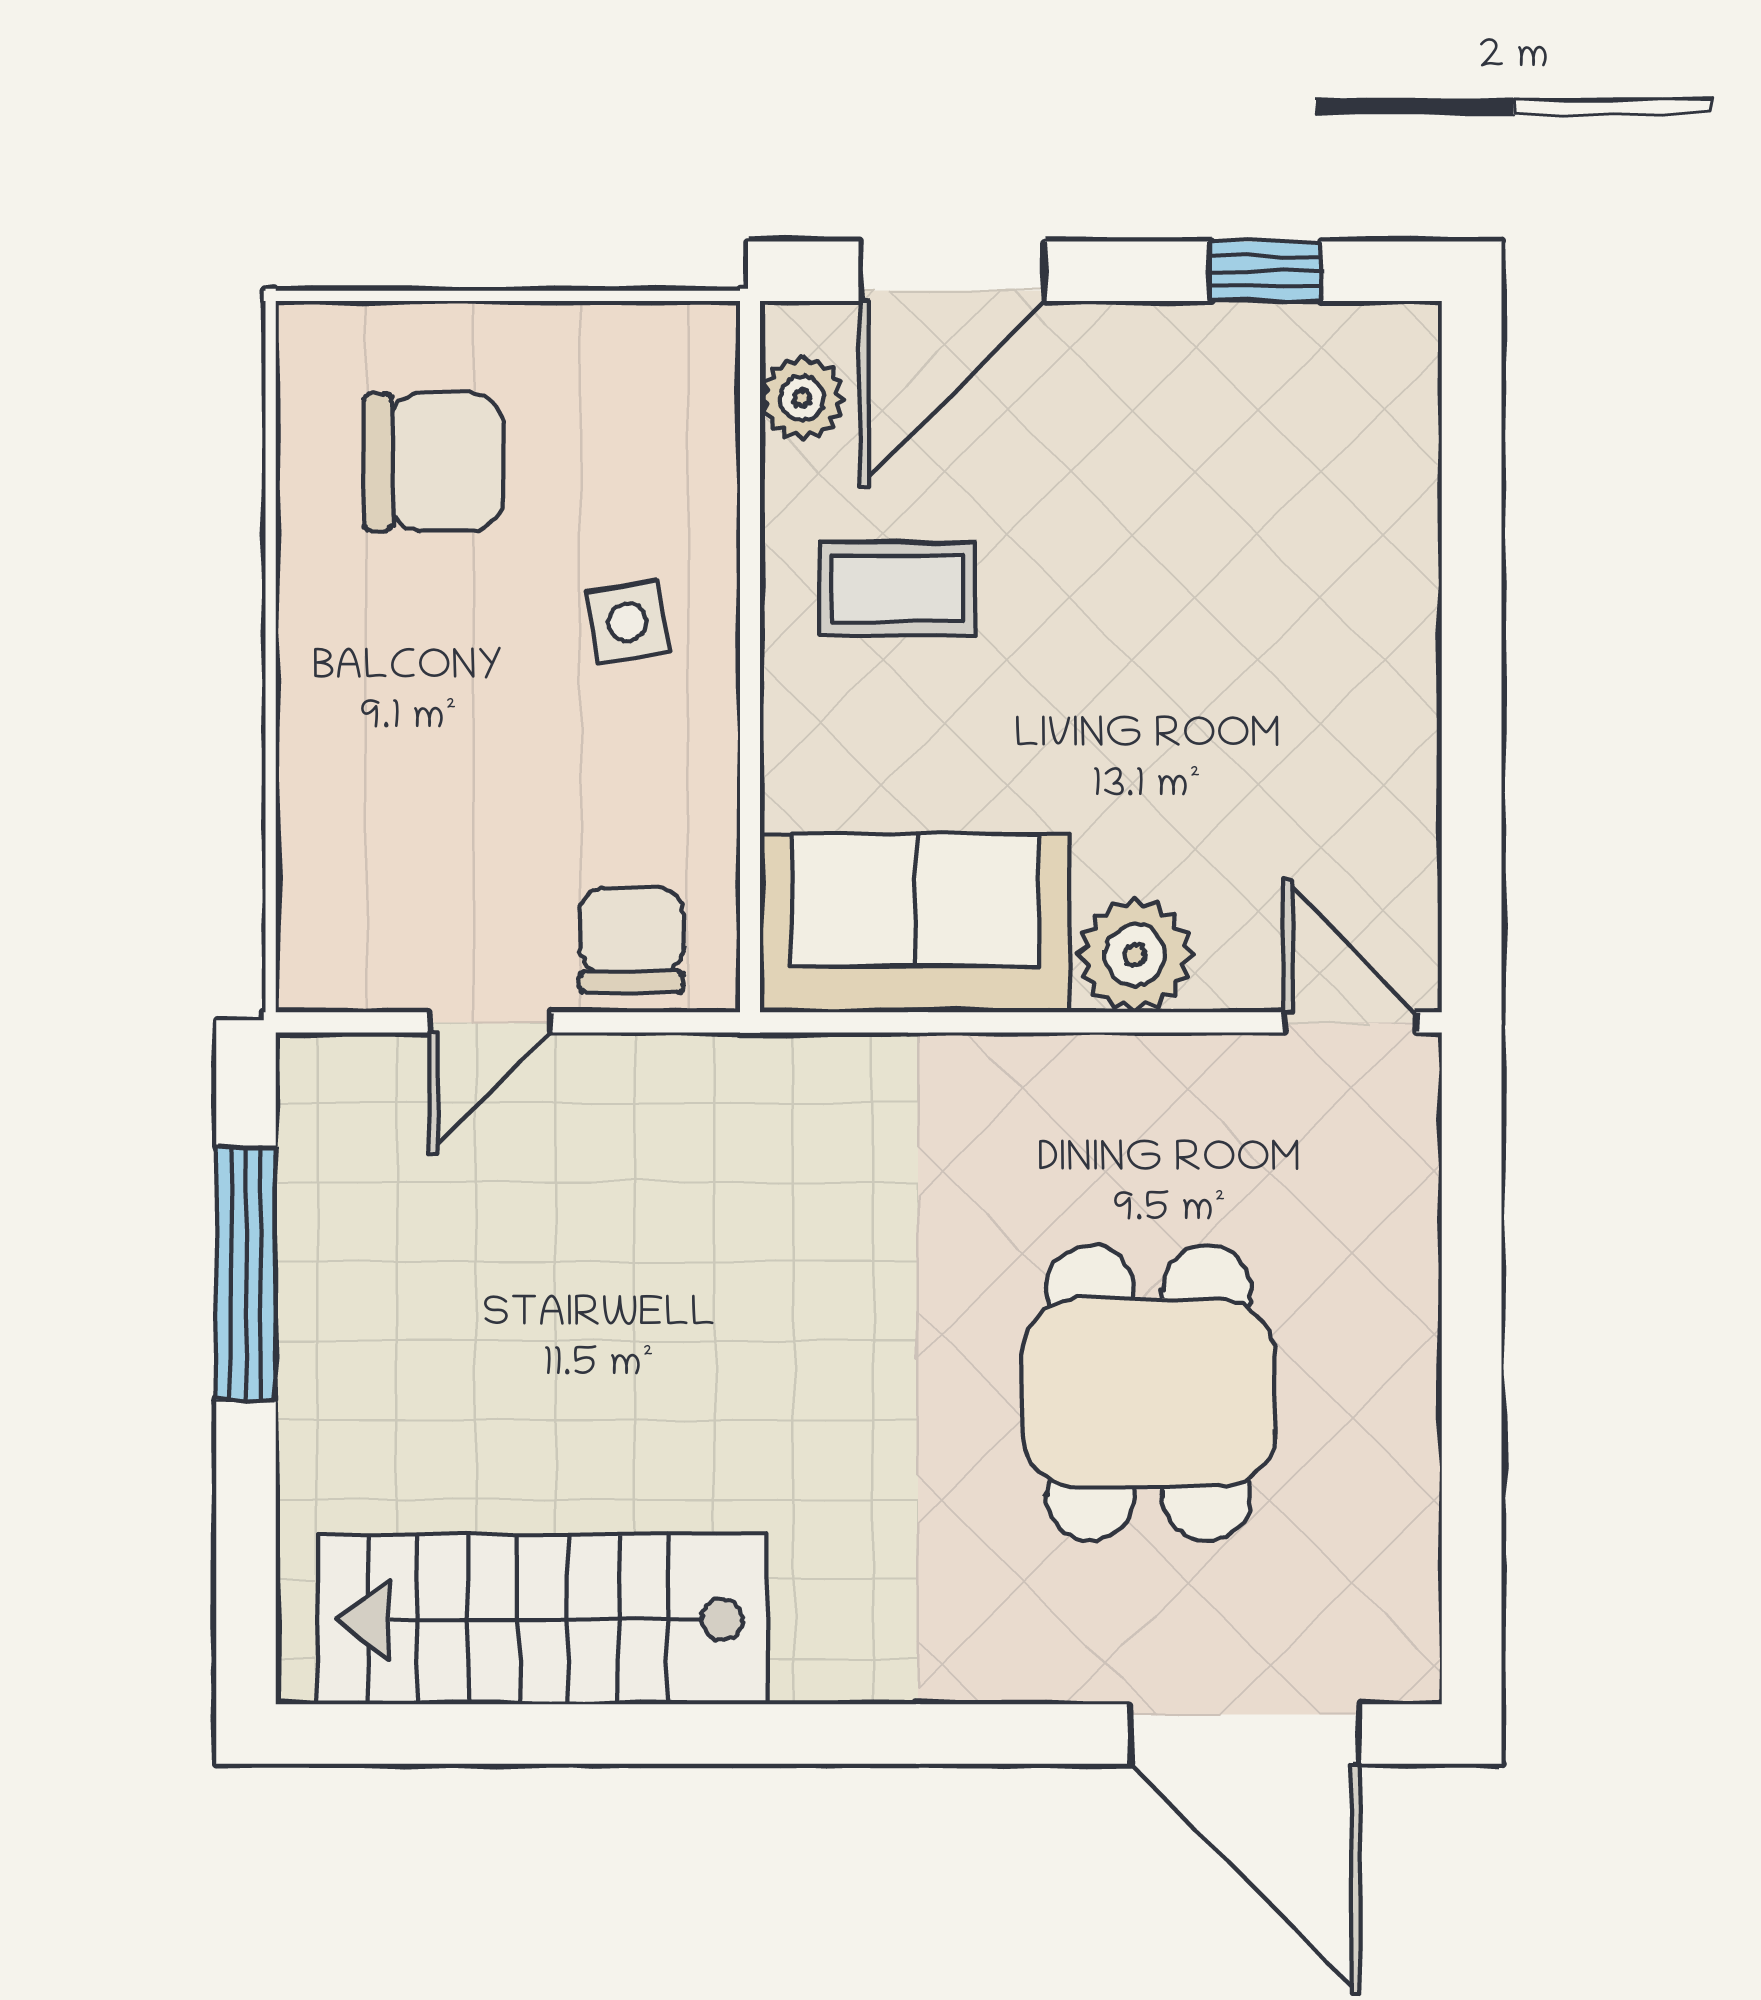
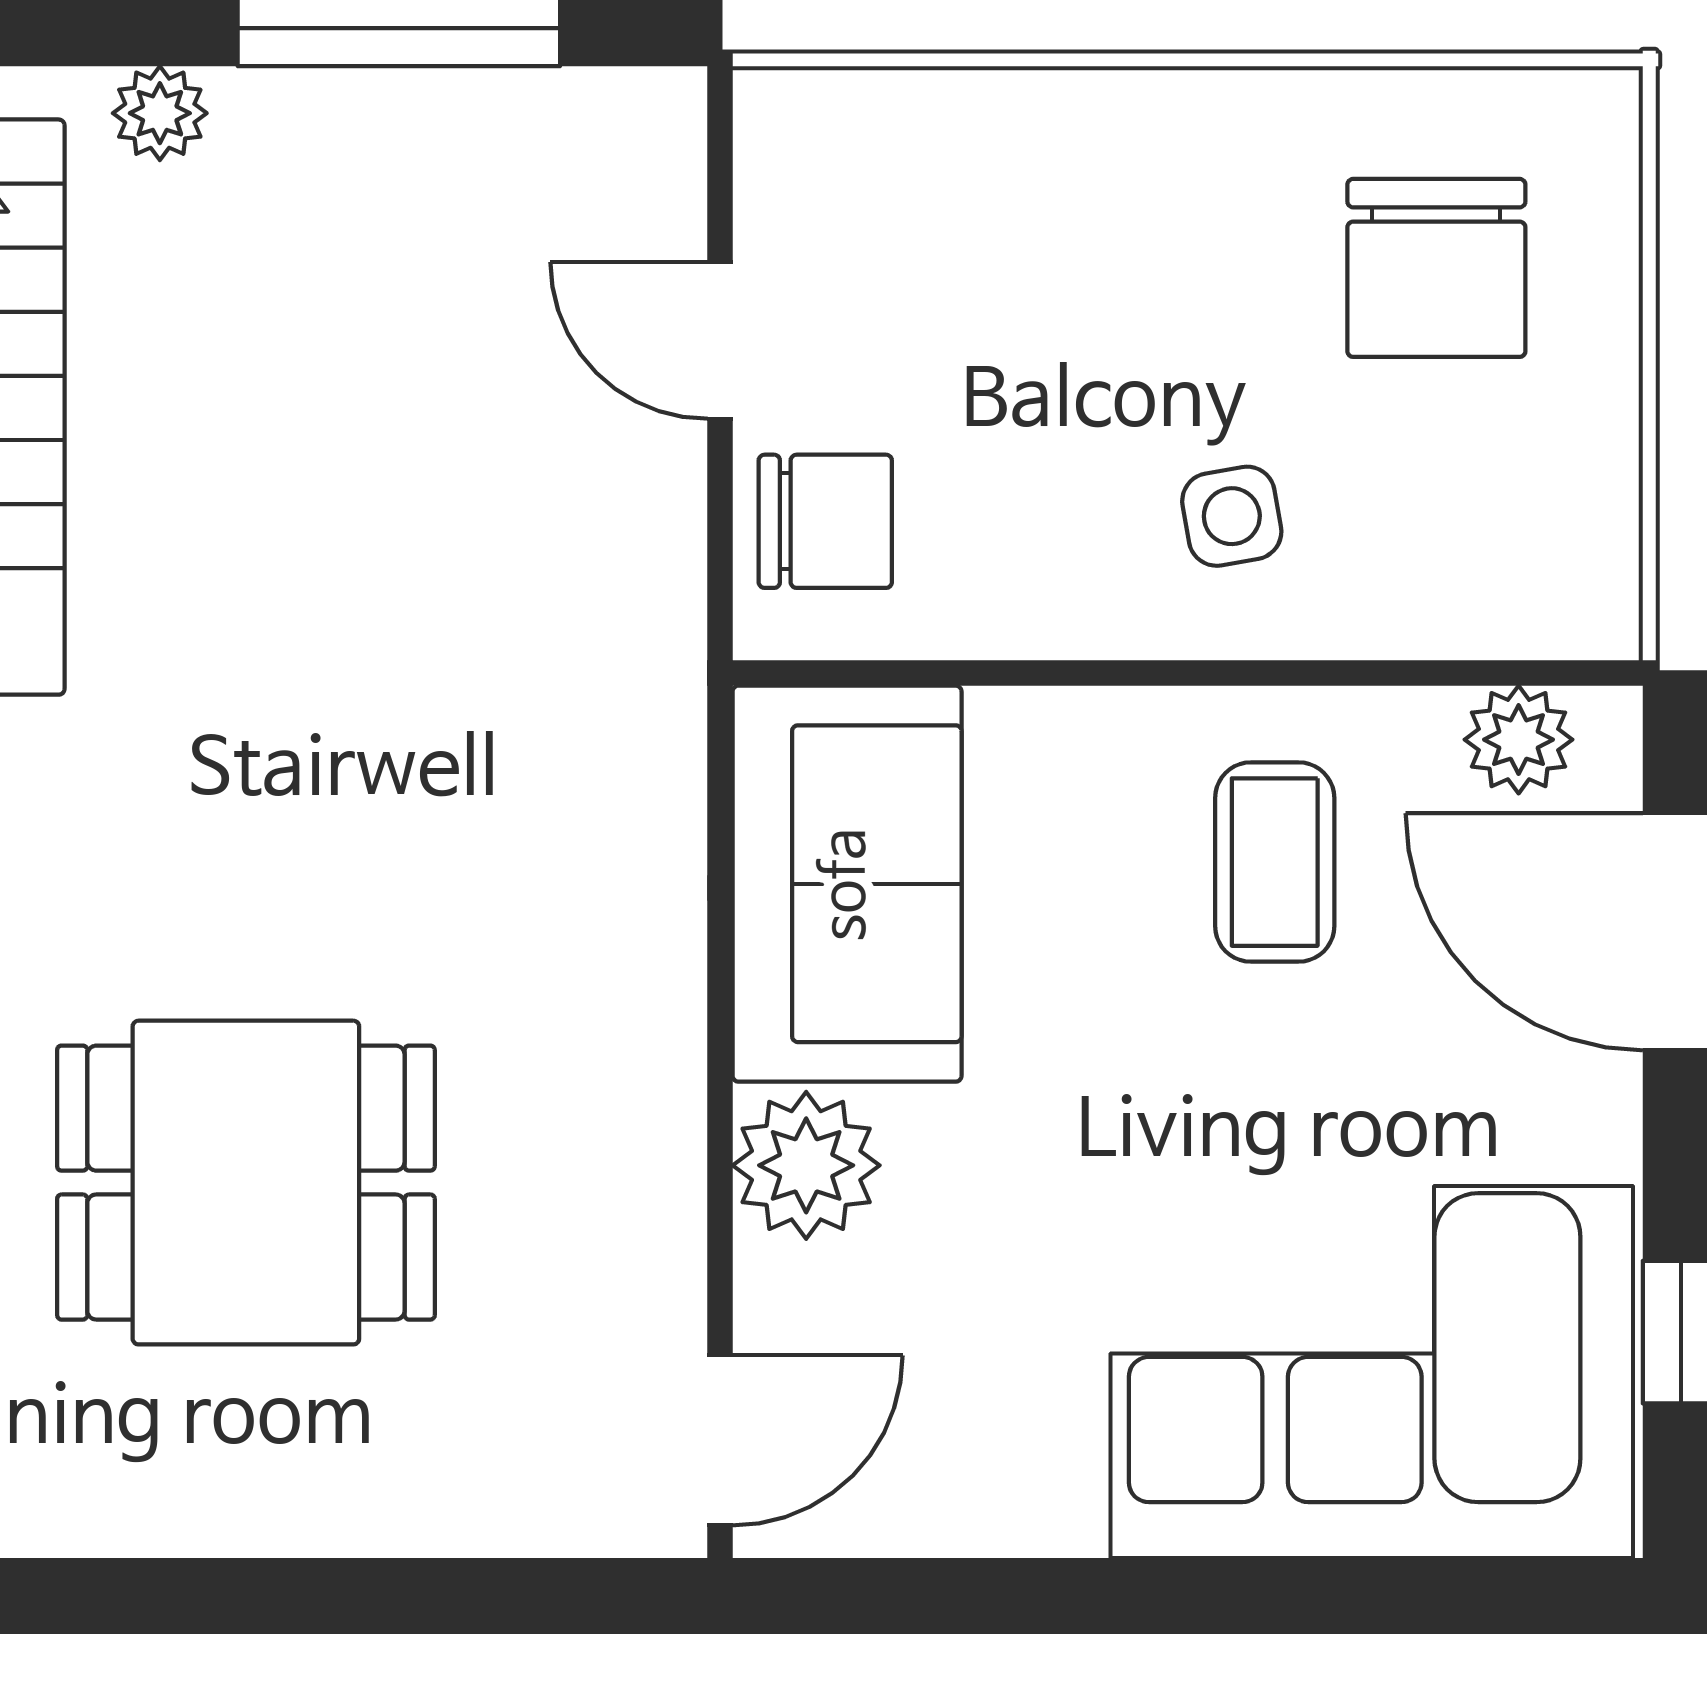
corner sofa: (1296, 513) -> (1372, 1372), added
plant: (312, 1460) -> (160, 113), added

